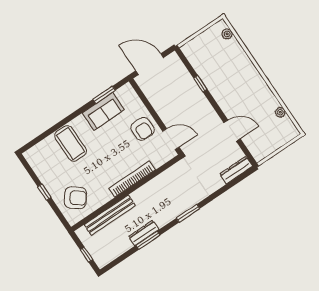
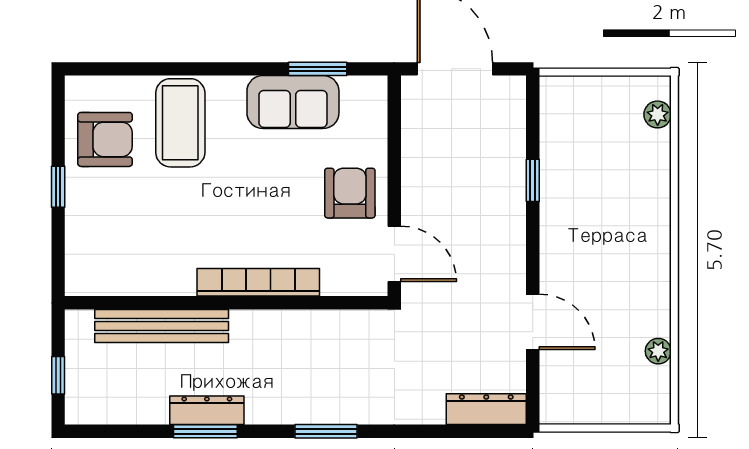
armchair: (143, 129) -> (350, 193), turned 180
armchair: (75, 198) -> (105, 139), moved, turned -38

